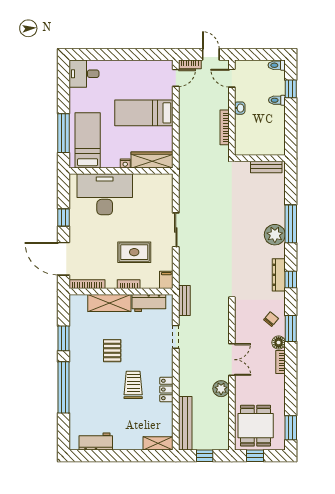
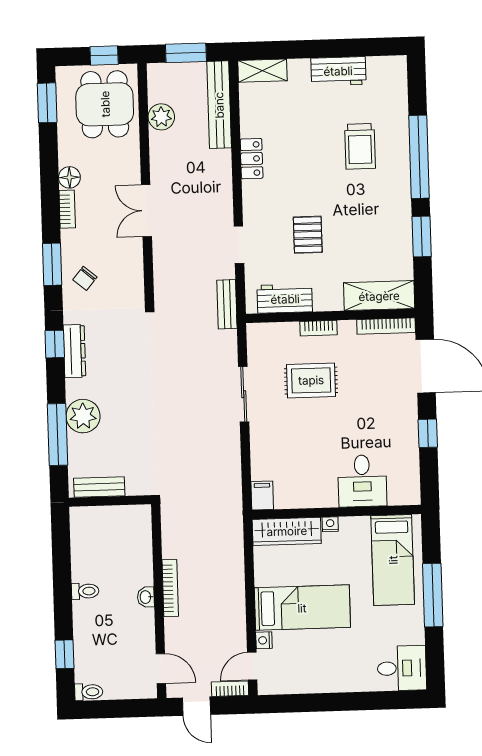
nightstand: (168, 94) -> (264, 640), added
toilet: (277, 100) -> (85, 591), moved
washbasin: (240, 108) -> (146, 597), moved
window: (64, 133) -> (433, 595), moved
wall: (260, 158) -> (110, 501), moved
bench: (266, 167) -> (99, 487), moved
desk: (105, 194) -> (362, 481), width x0.53, depth x0.77
sliding door: (176, 230) -> (244, 394), moved
filing cabinet: (166, 280) -> (262, 495), moved, turned 180
shelving: (109, 303) -> (379, 296), moved
floor lamp: (279, 343) -> (69, 177), moved
pallet: (112, 351) -> (308, 235), moved
trolley: (133, 385) -> (360, 146), moved
plant: (221, 389) -> (161, 117), moved
workbench: (96, 441) -> (338, 71), moved
window: (205, 456) -> (186, 53), width x1.50

